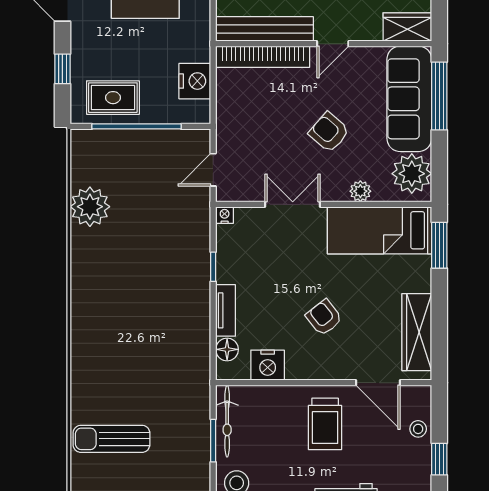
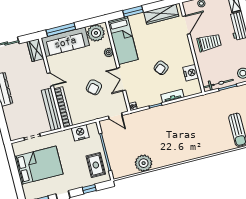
armchair: (329, 132) -> (94, 87), moved
window: (439, 245) -> (133, 11), moved
armchair: (324, 317) -> (161, 68), moved
floor lamp: (227, 349) -> (188, 91), removed

